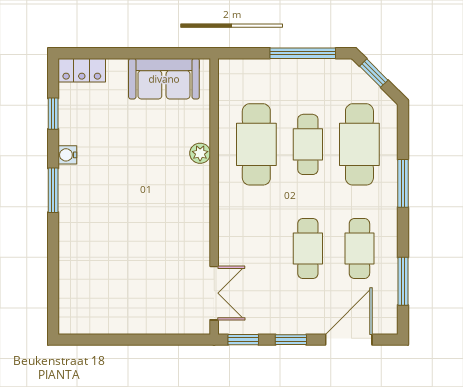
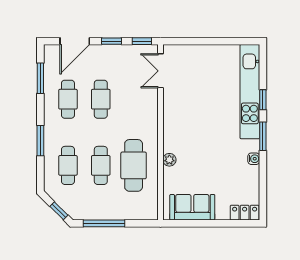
window: (53, 114) -> (263, 100), moved
cafe table: (359, 144) -> (68, 165), width x0.73, depth x0.74
kitchen unit: (74, 260) -> (250, 92), added

